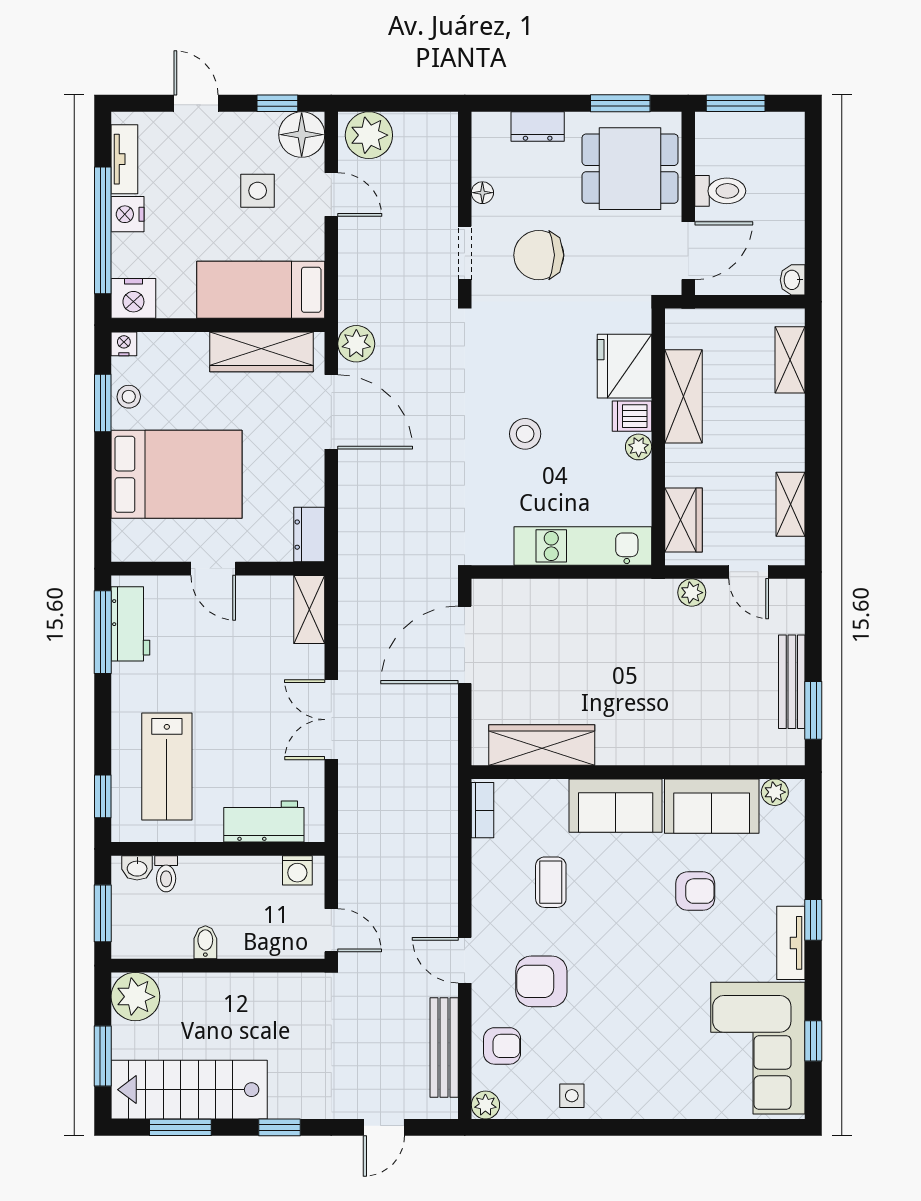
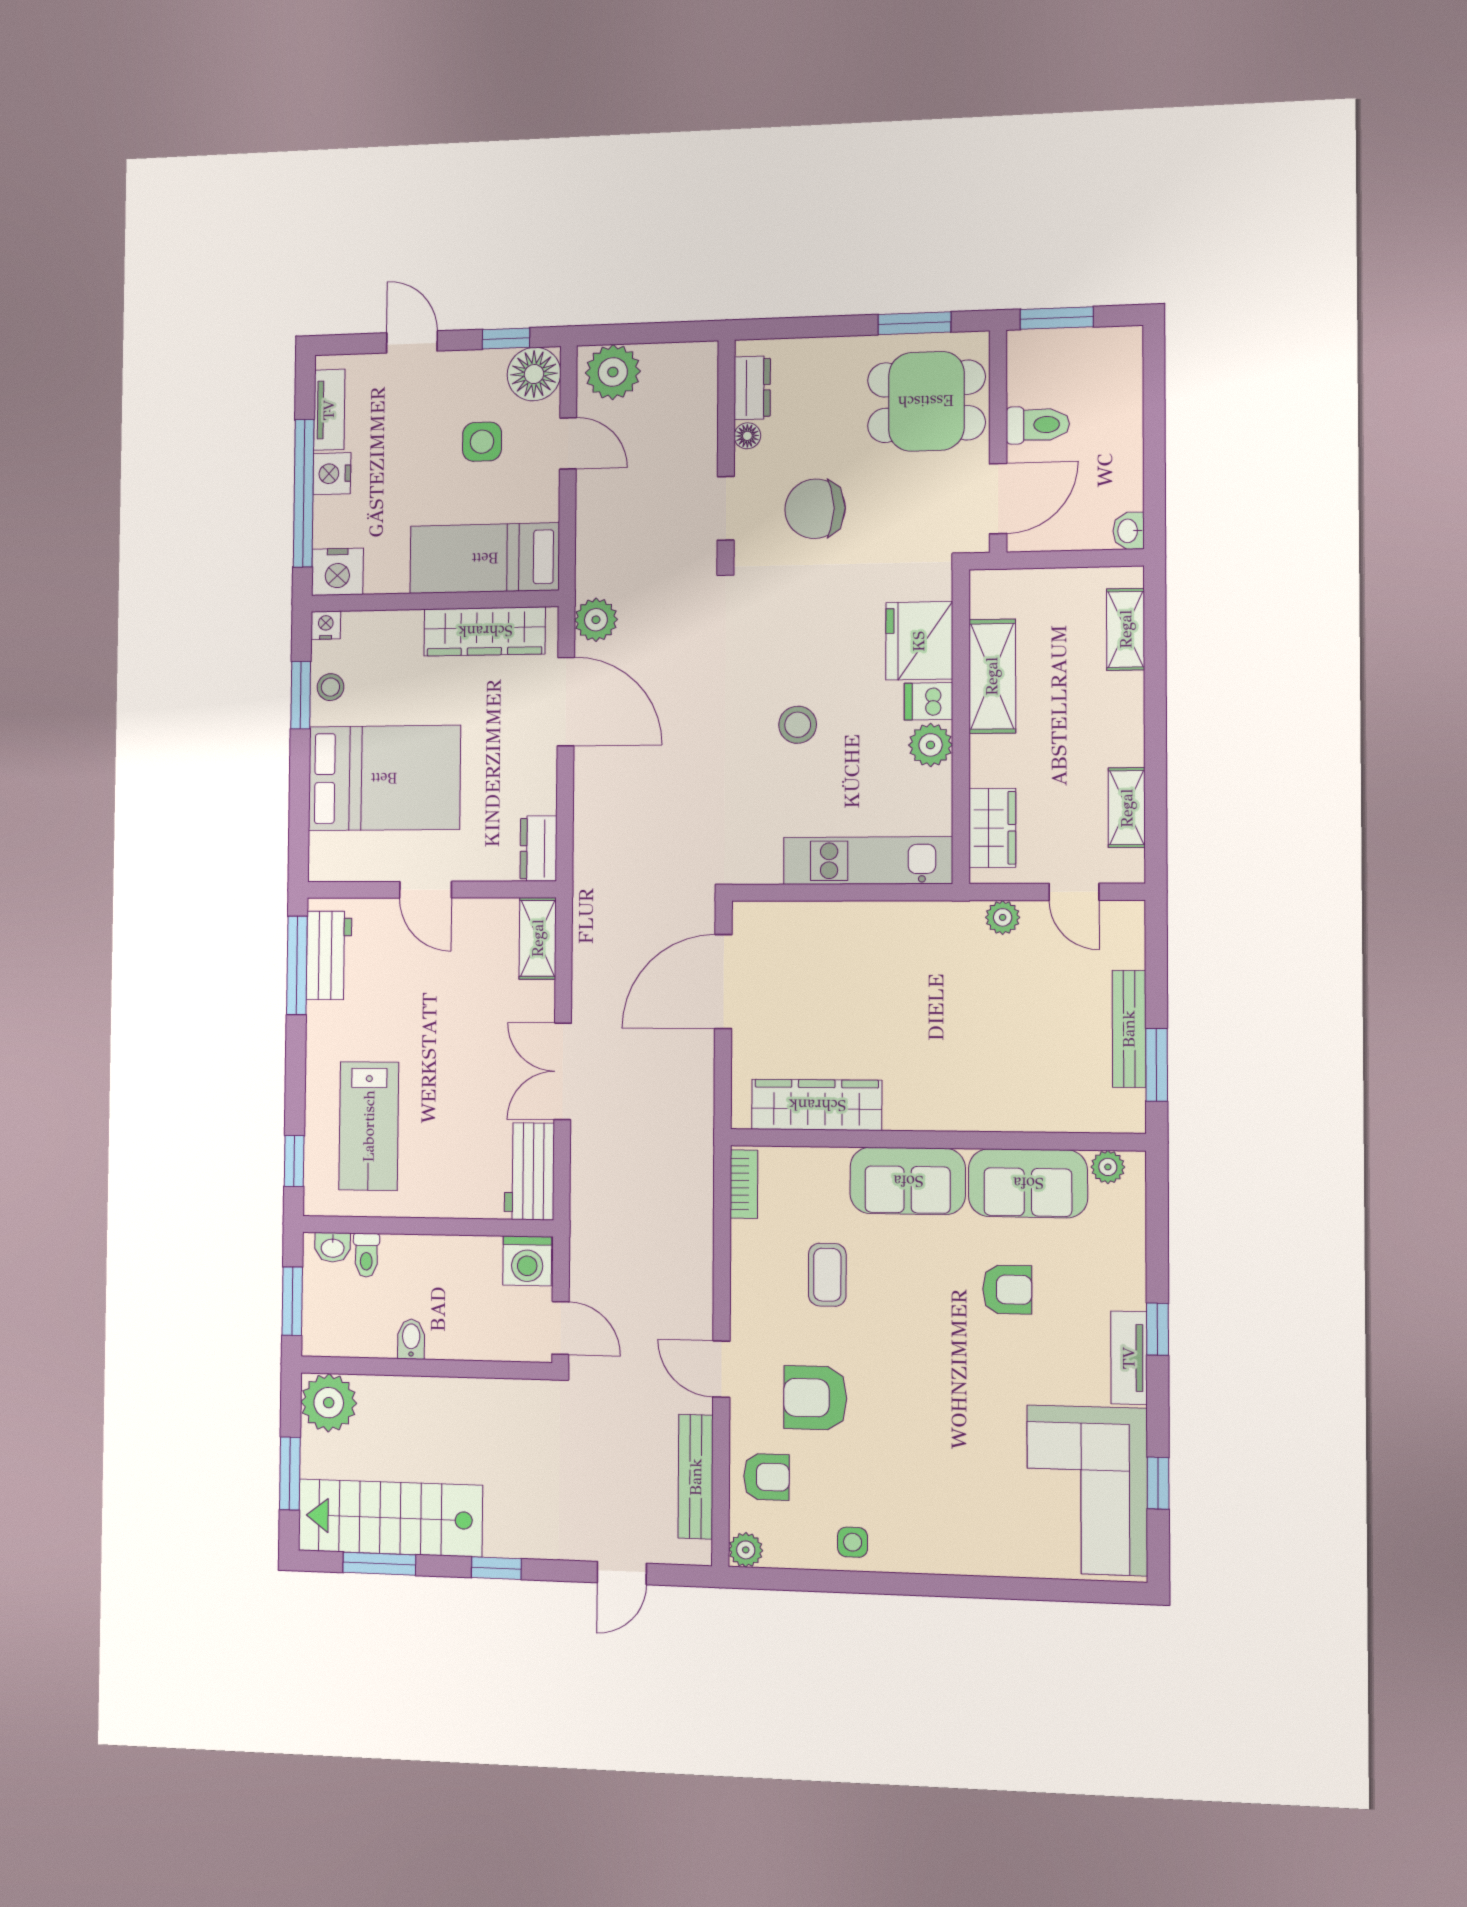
dresser: (538, 127) -> (752, 388), moved, turned -90
plant: (639, 447) -> (931, 745), width x1.38, depth x1.38
workbench: (264, 822) -> (529, 1171), moved, turned -90
washing machine: (297, 870) -> (527, 1261), width x1.38, depth x1.38

